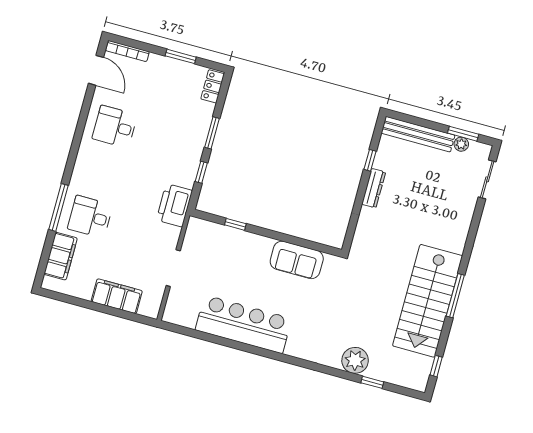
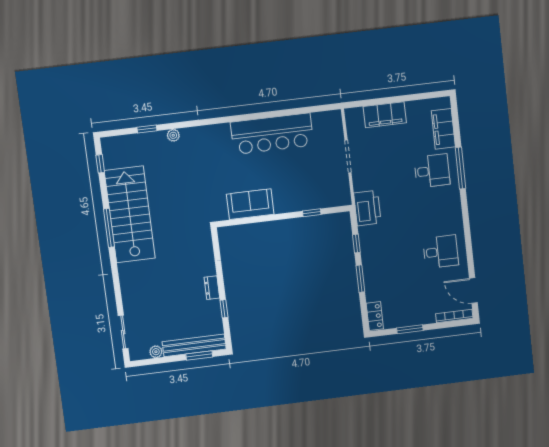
window: (463, 134) -> (199, 355), moved
dresser: (374, 188) -> (212, 288), width x0.70
plant: (355, 360) -> (173, 135), width x0.53, depth x0.53

